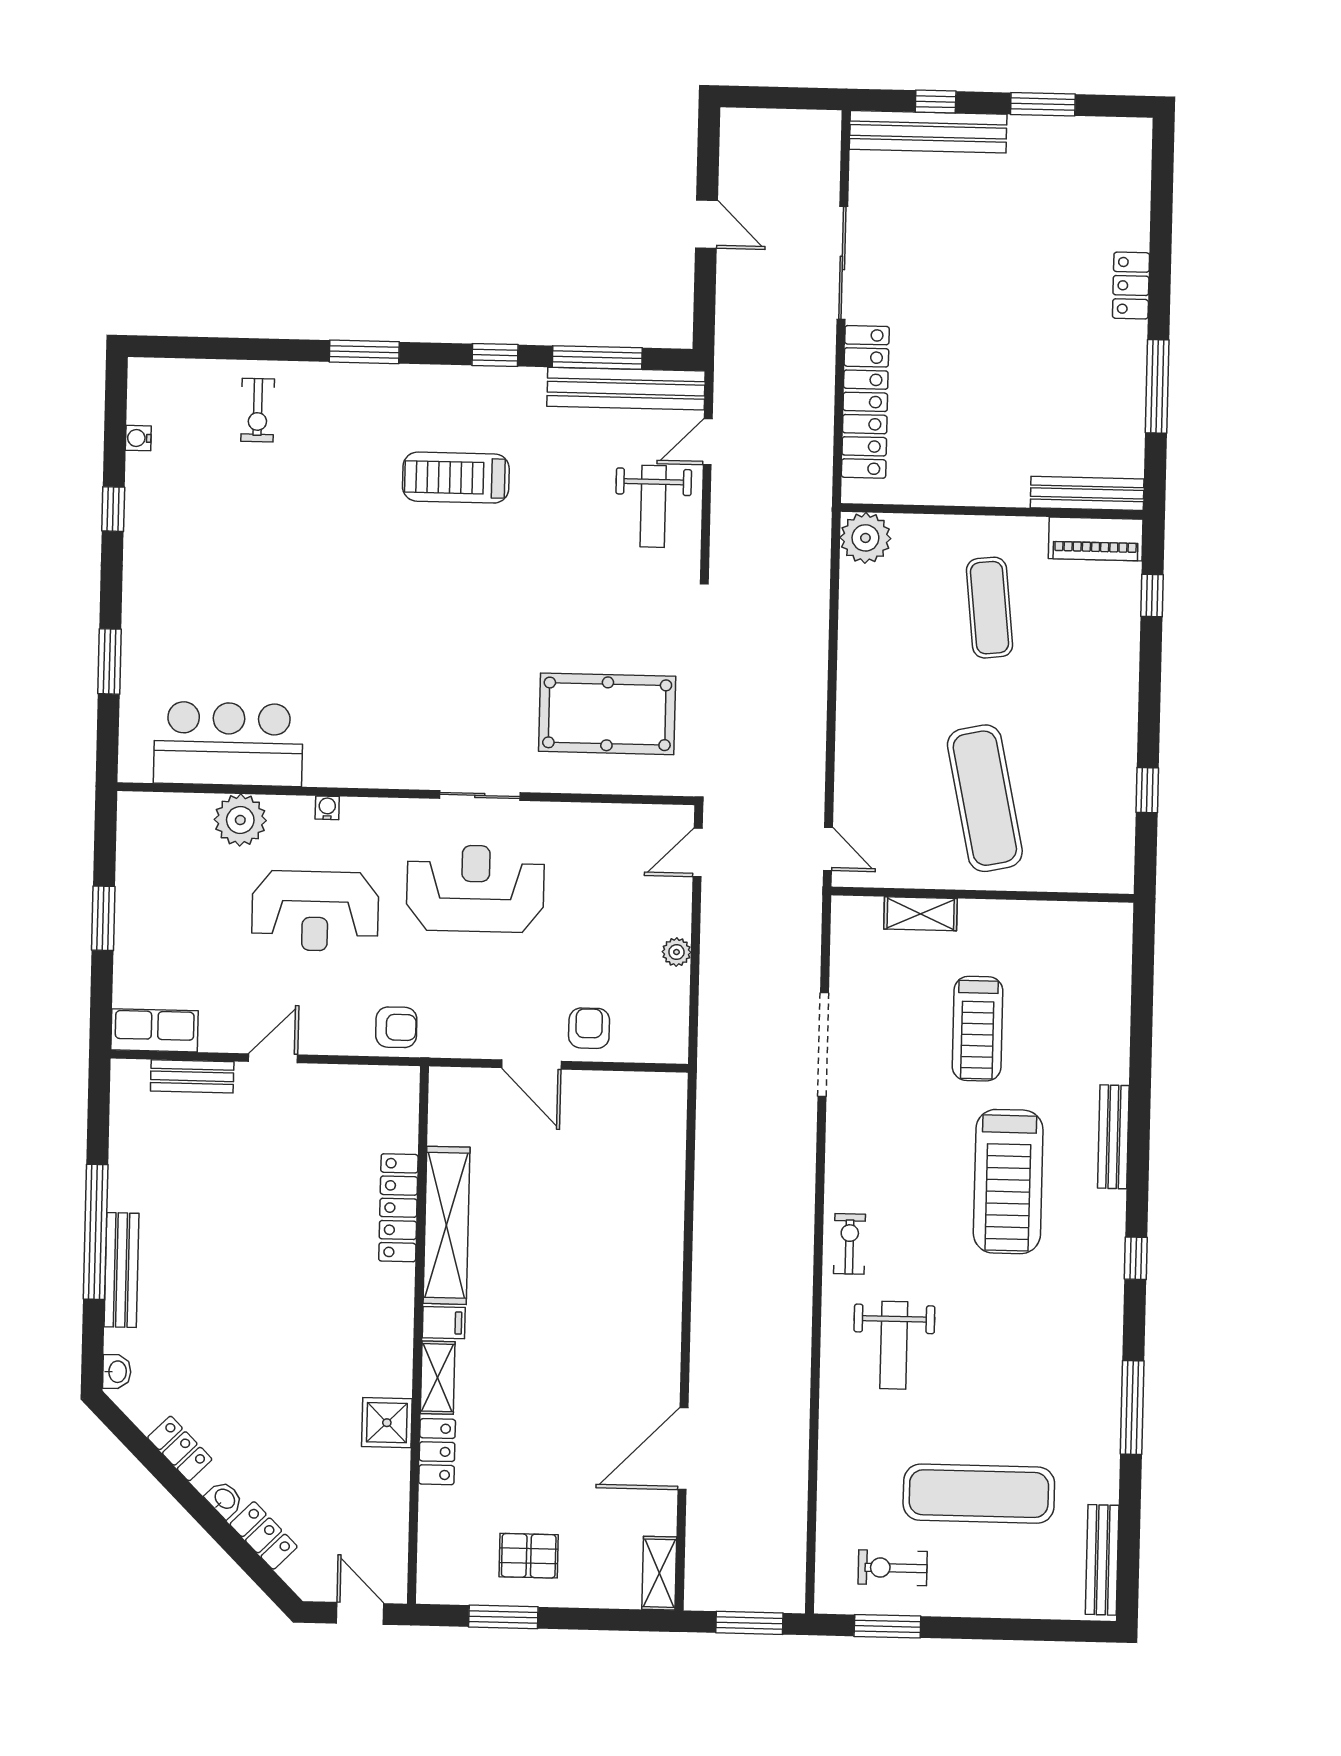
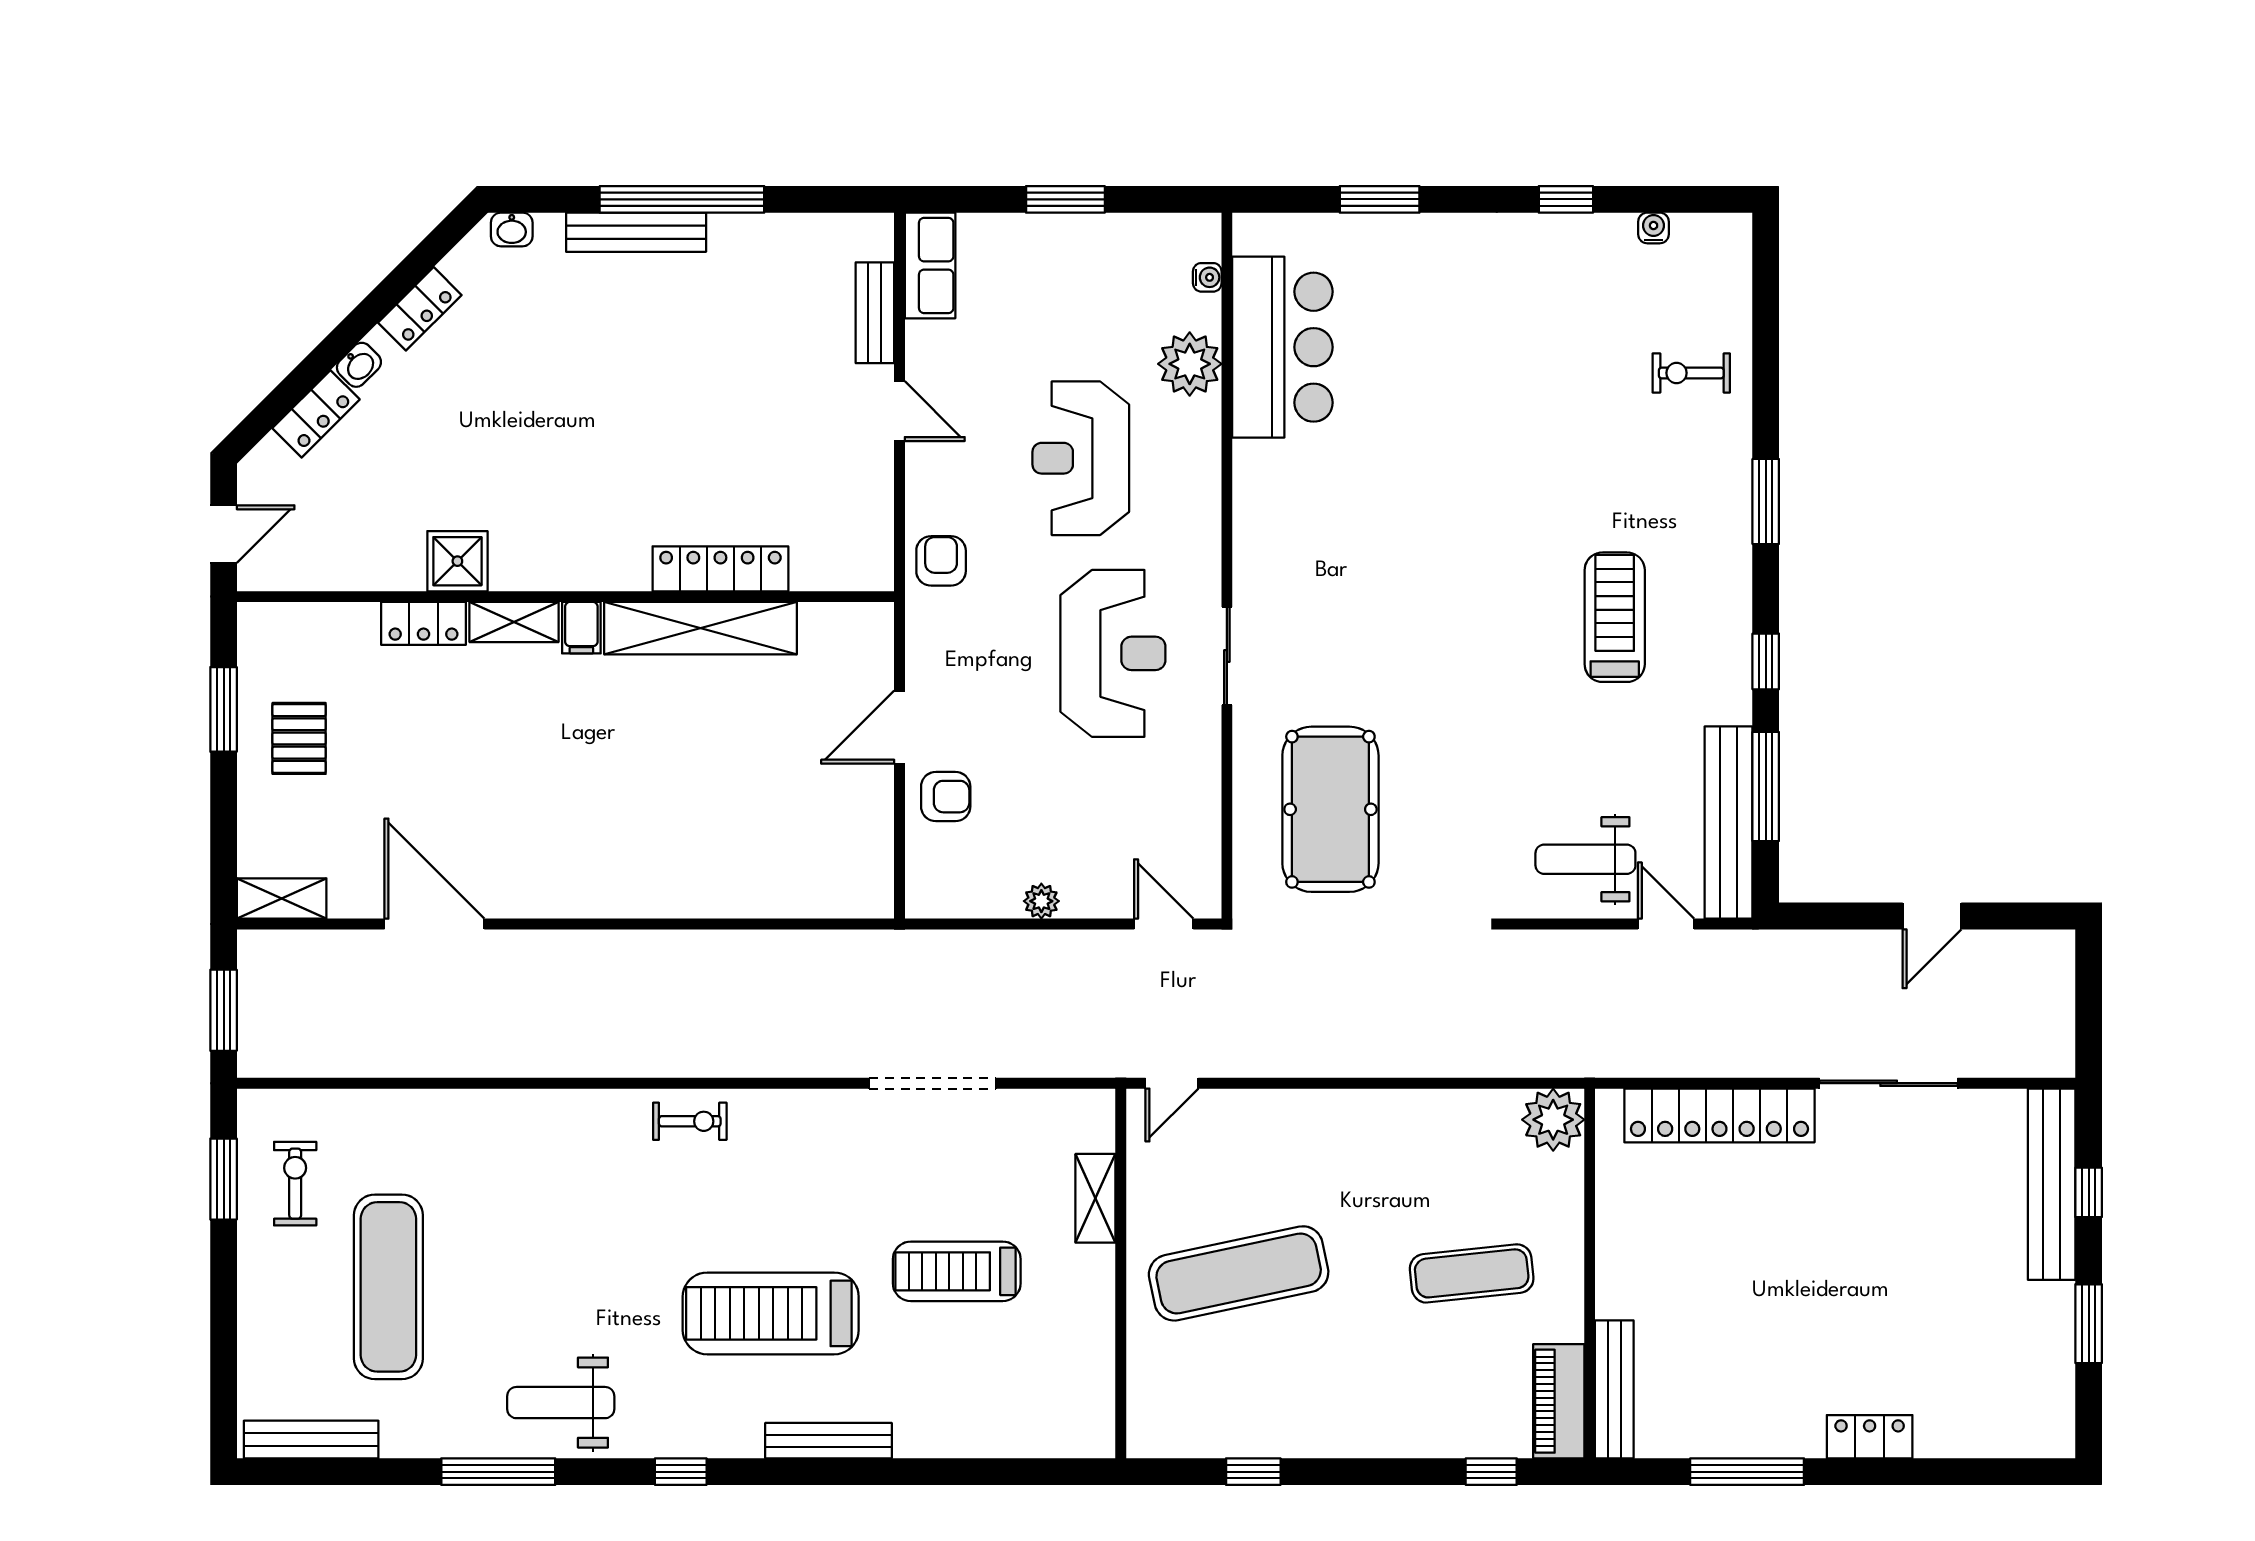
water cooler: (327, 808) -> (1207, 277), moved
armchair: (396, 1027) -> (941, 561), turned 180
weight bench: (894, 1345) -> (561, 1403), moved

